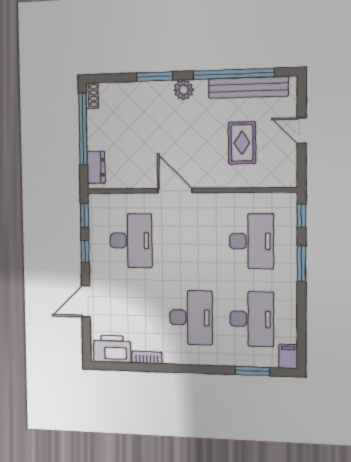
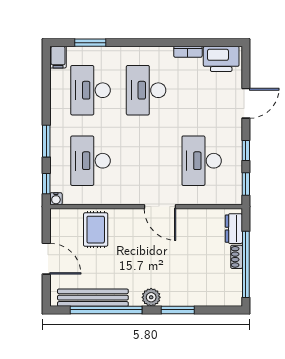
shoe rack: (92, 96) -> (237, 257), moved
door: (302, 130) -> (46, 259), width x1.37
rug: (242, 143) -> (96, 230), moved
water cooler: (290, 199) -> (56, 199), added

